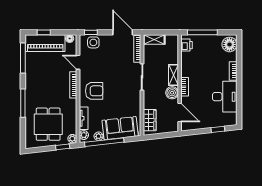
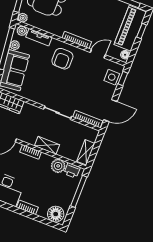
shelving: (154, 39) -> (86, 152), moved
plant: (187, 59) -> (58, 166), added
boiler: (172, 93) -> (30, 137), removed

